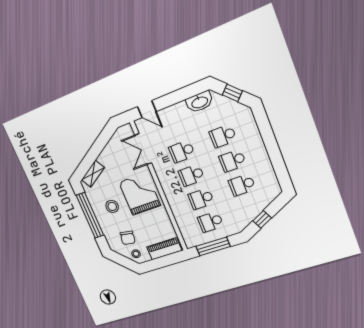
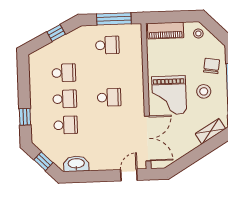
door: (147, 109) -> (129, 175), hinge flipped
window: (266, 131) -> (25, 117), added
double door: (143, 149) -> (148, 139), width x1.37
school desk: (182, 152) -> (110, 123), removed
school desk: (201, 199) -> (108, 71), removed
chair: (128, 238) -> (212, 66), moved

